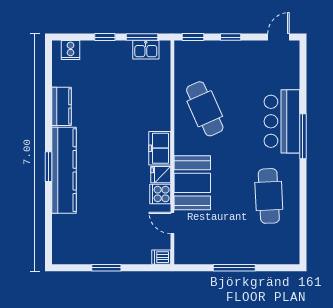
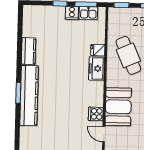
cooker: (70, 50) -> (72, 13), moved
freezer: (160, 148) -> (97, 69), moved
fridge: (161, 175) -> (98, 50), moved

